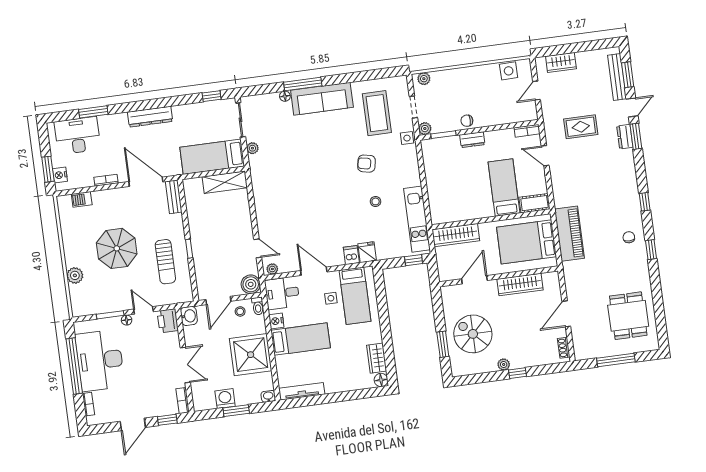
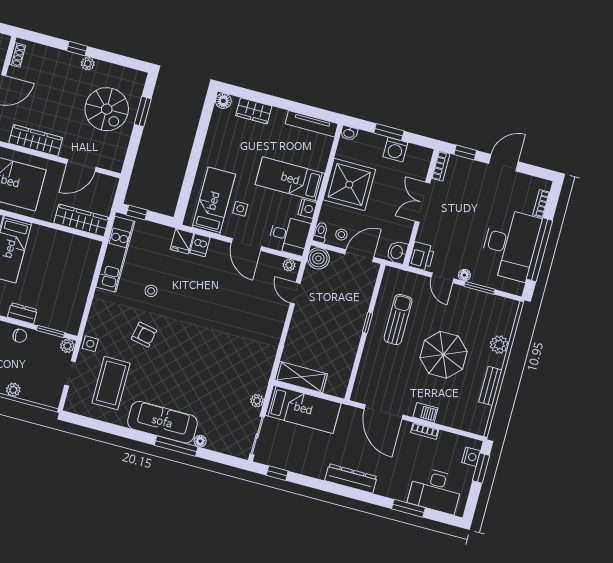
plant: (424, 79) -> (13, 390), moved
bench: (174, 197) -> (490, 386), moved
barbecue: (82, 199) -> (425, 413), moved
wardrobe: (377, 358) -> (254, 111), moved, turned 90

